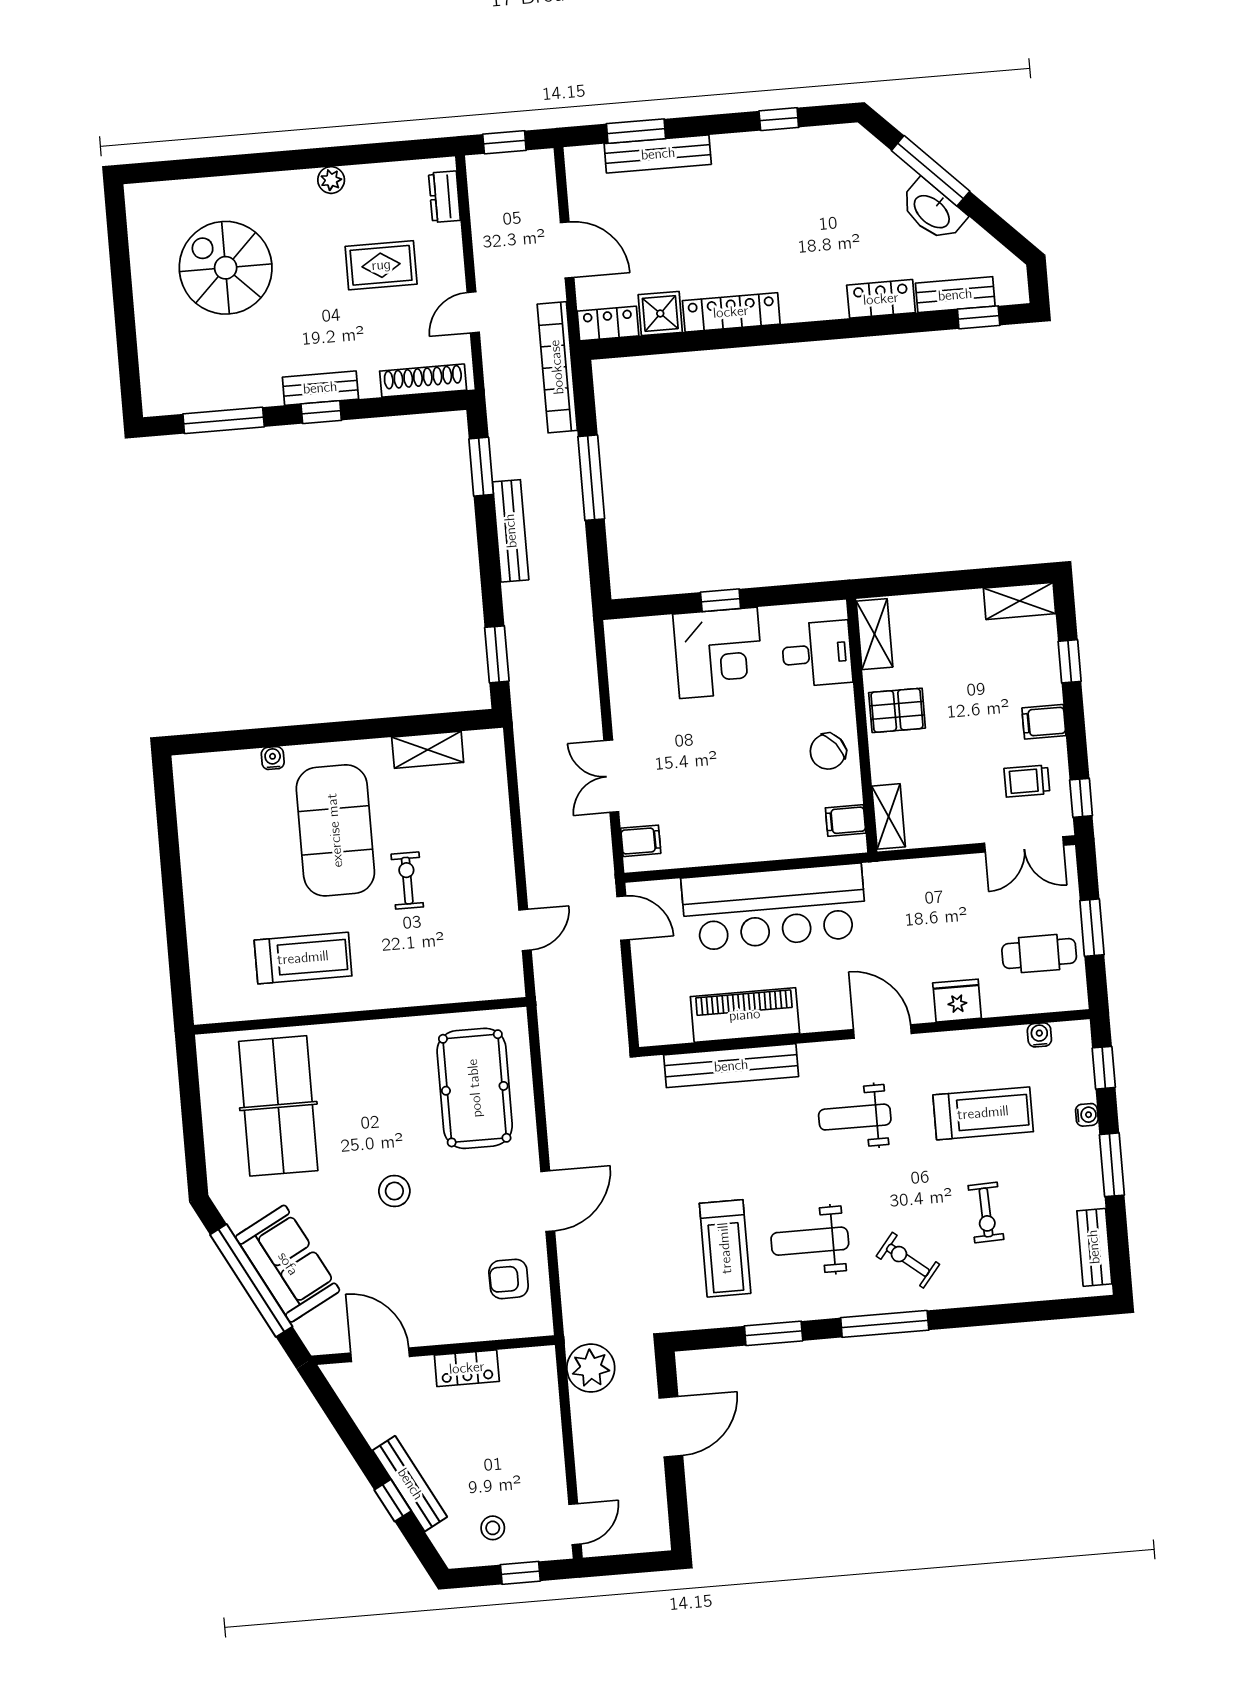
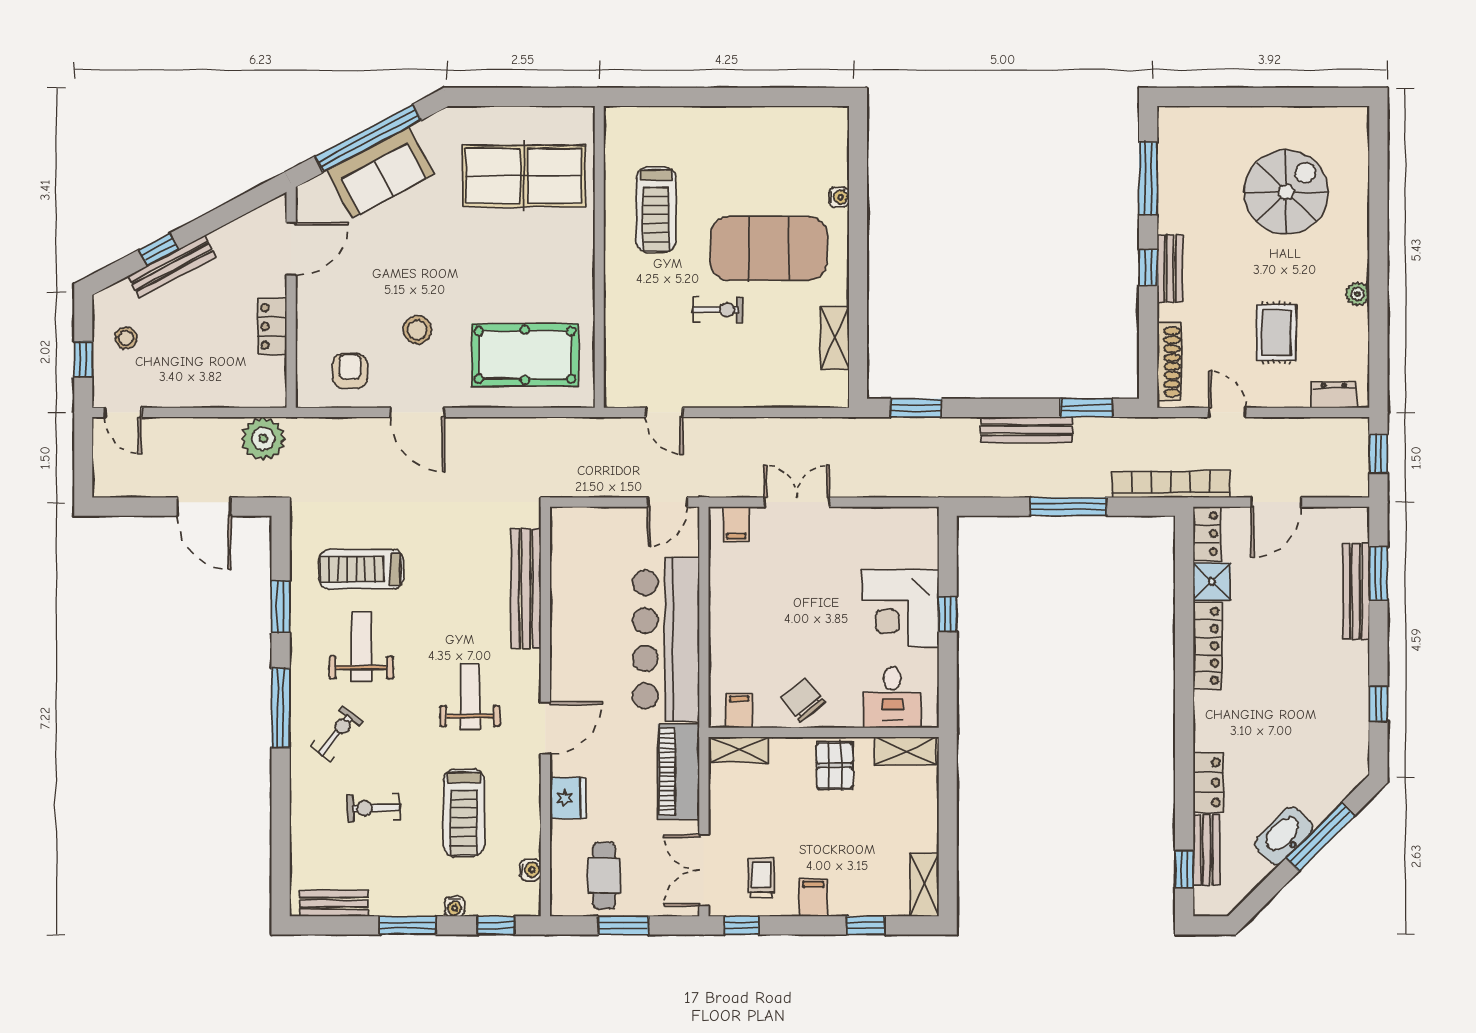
piano: (745, 1015) -> (679, 772), moved, turned 180
stool: (394, 1191) -> (417, 330), moved

